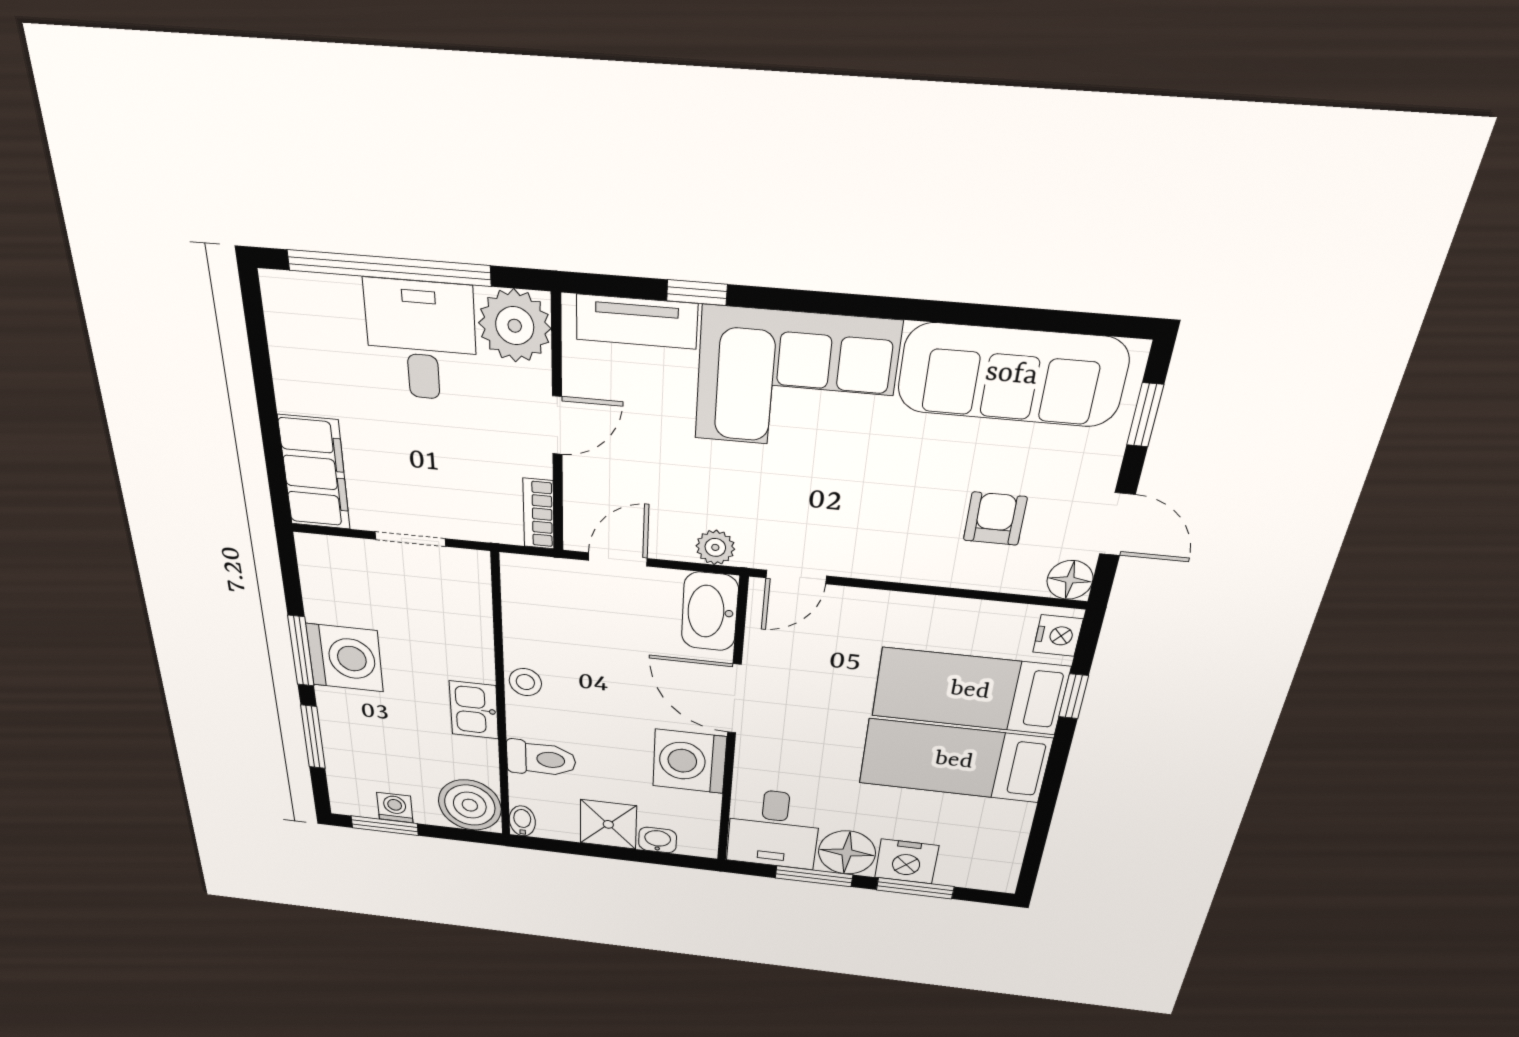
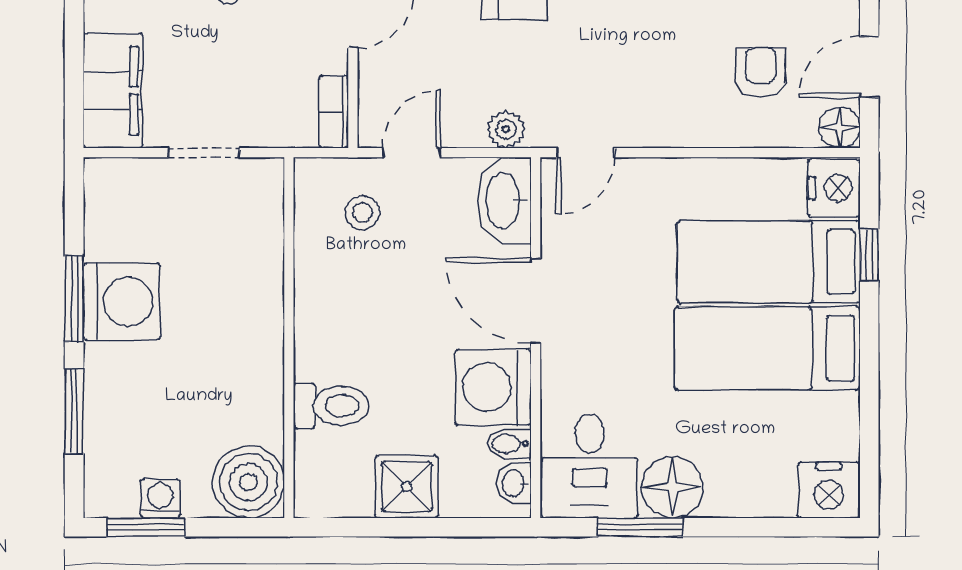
door: (1117, 524) -> (869, 67), swing flipped
nightstand: (1058, 636) -> (834, 188), width x1.36, depth x1.33
stool: (525, 682) -> (362, 213), moved
kitchen sink: (474, 710) -> (259, 351), removed
bidet: (522, 821) -> (509, 444), moved, turned -90
washbasin: (658, 840) -> (514, 483), moved, turned -90
nightstand: (907, 862) -> (829, 490), moved
window: (915, 888) -> (752, 527), removed

